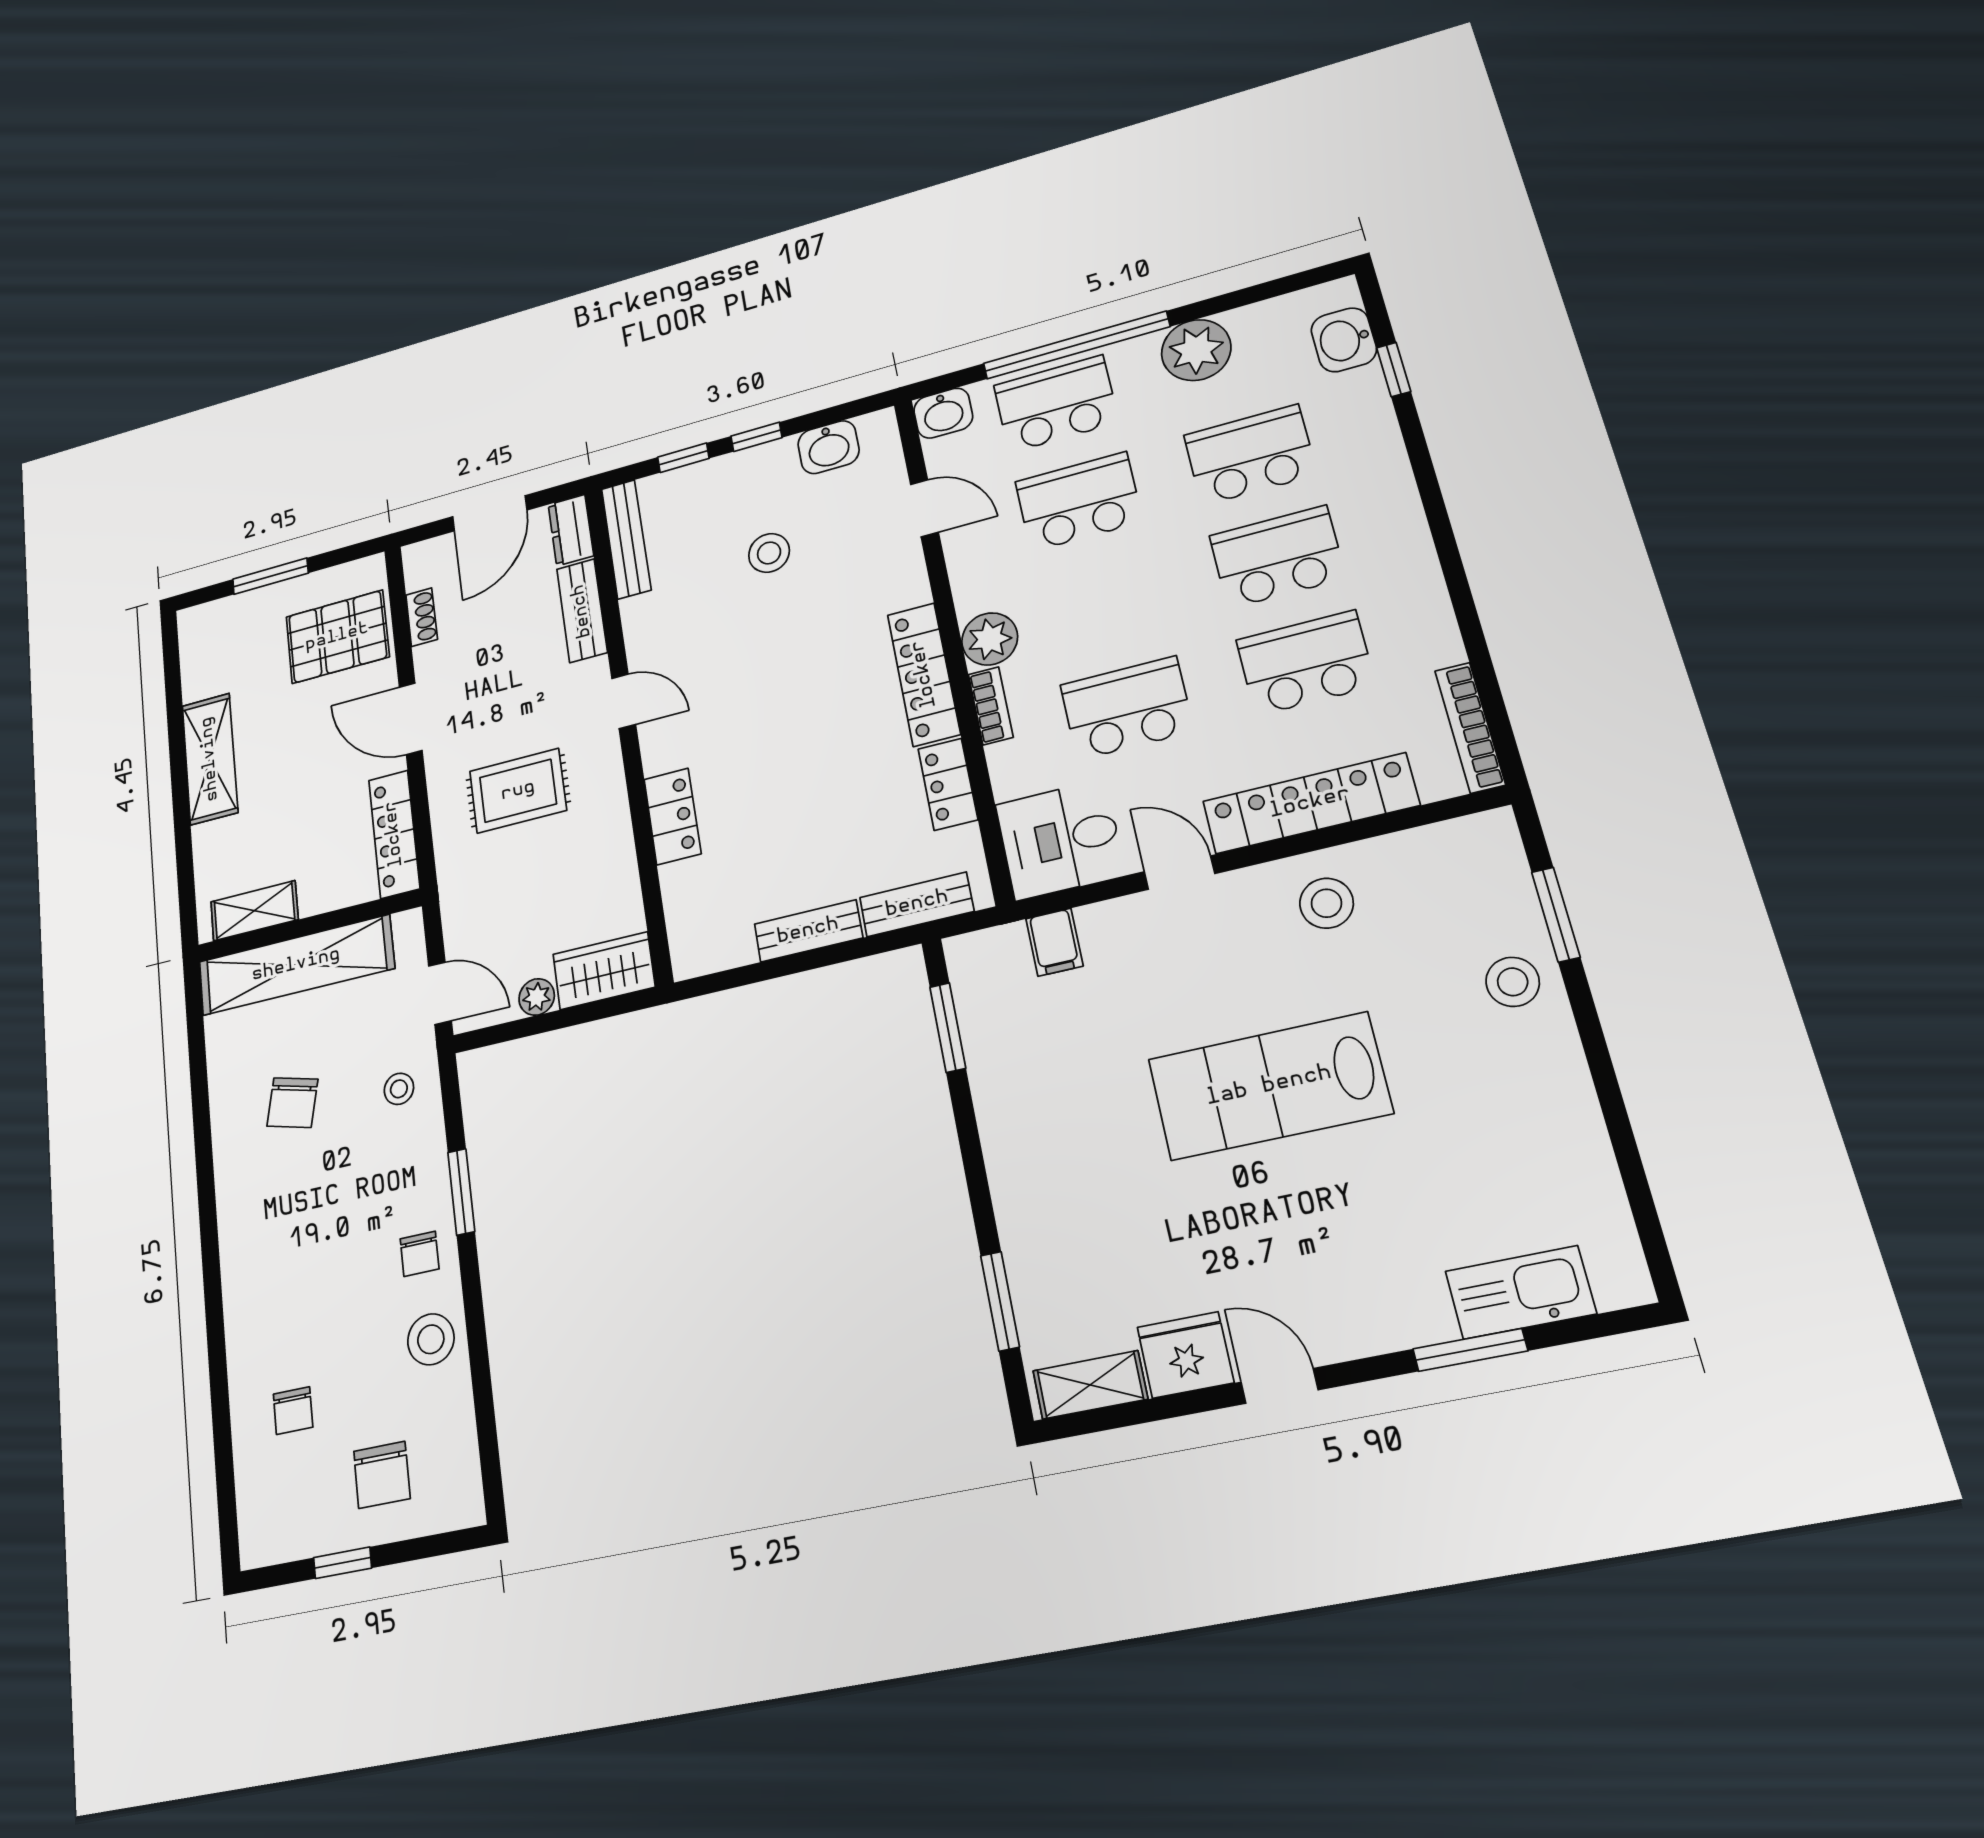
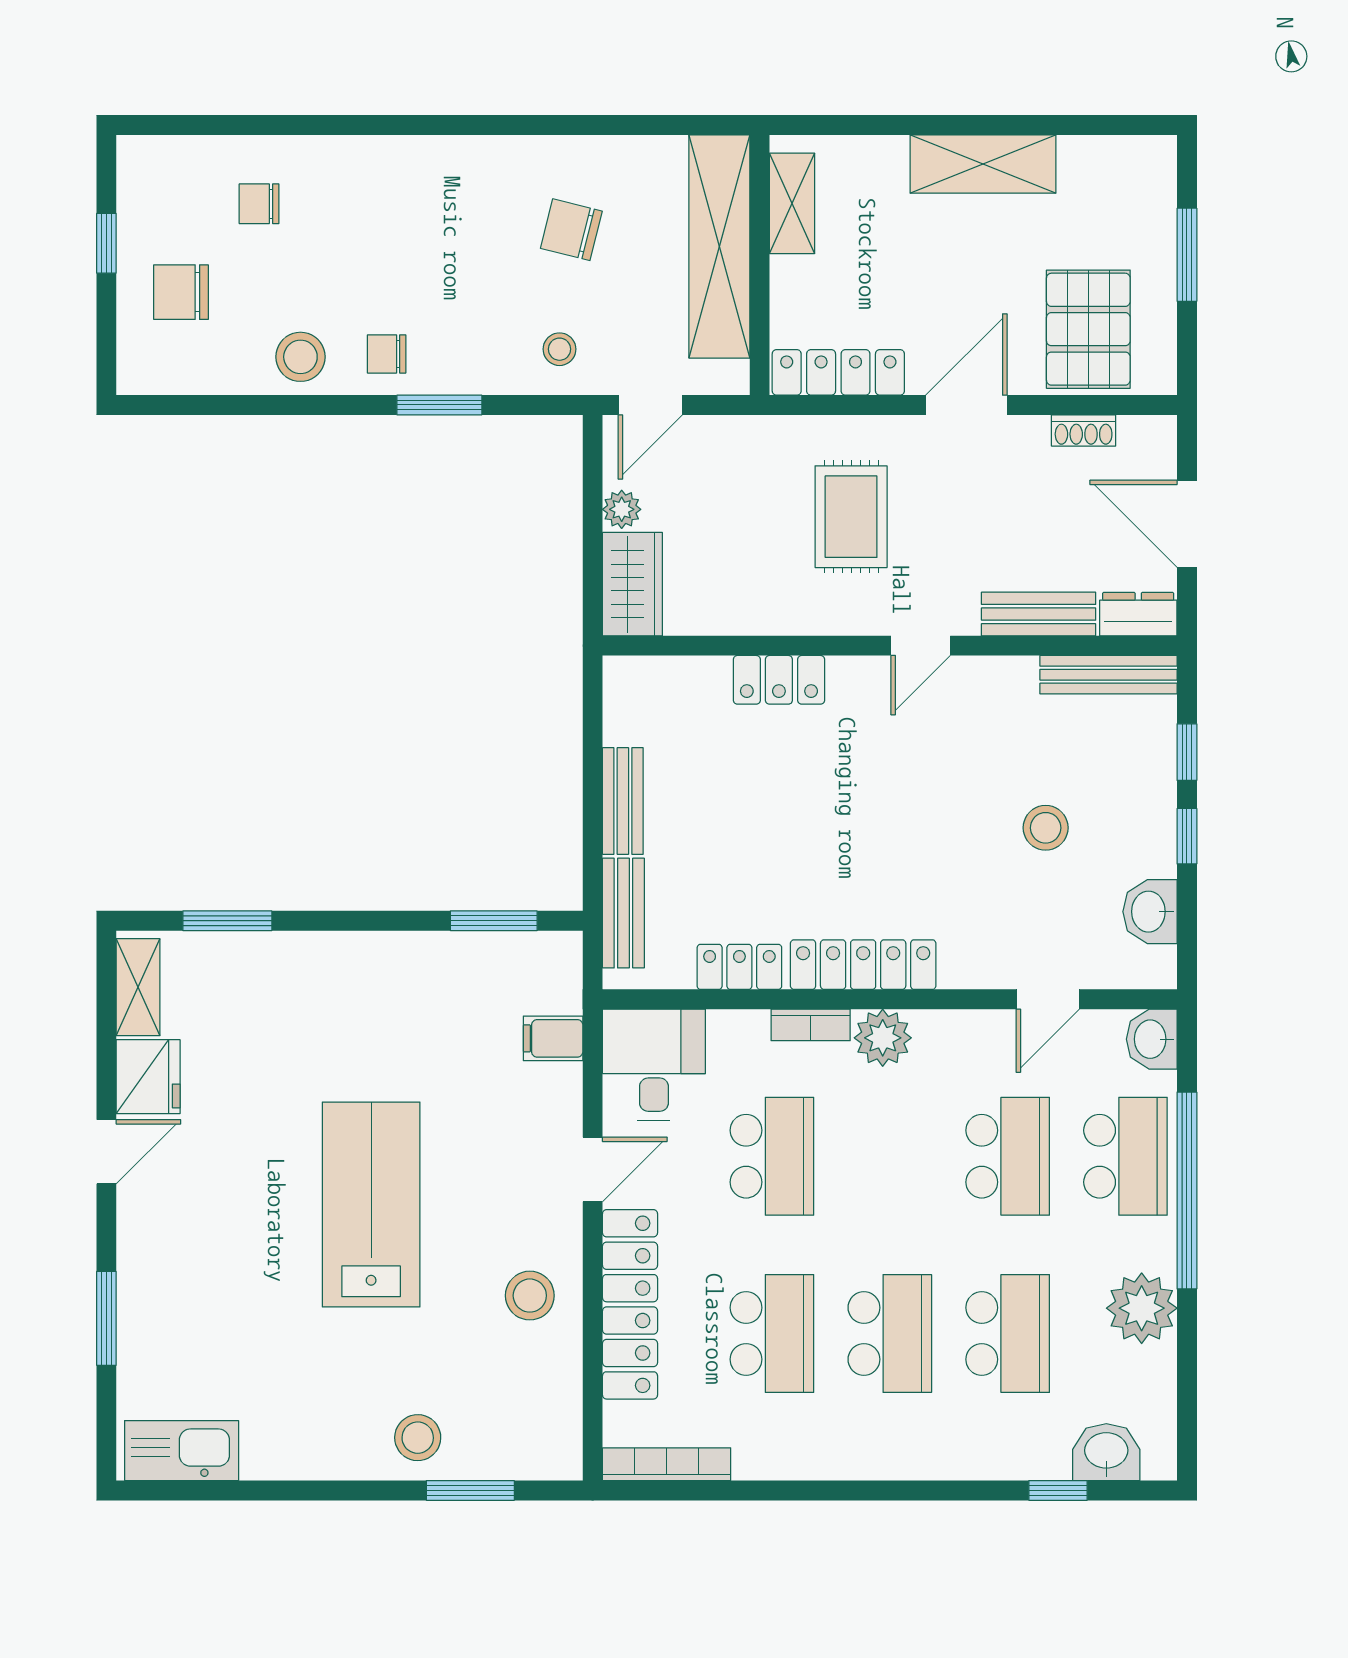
kitchen sink: (1520, 1292) -> (182, 1451), moved, turned -90

